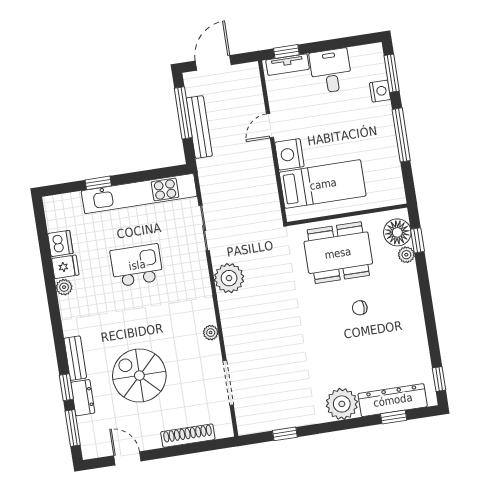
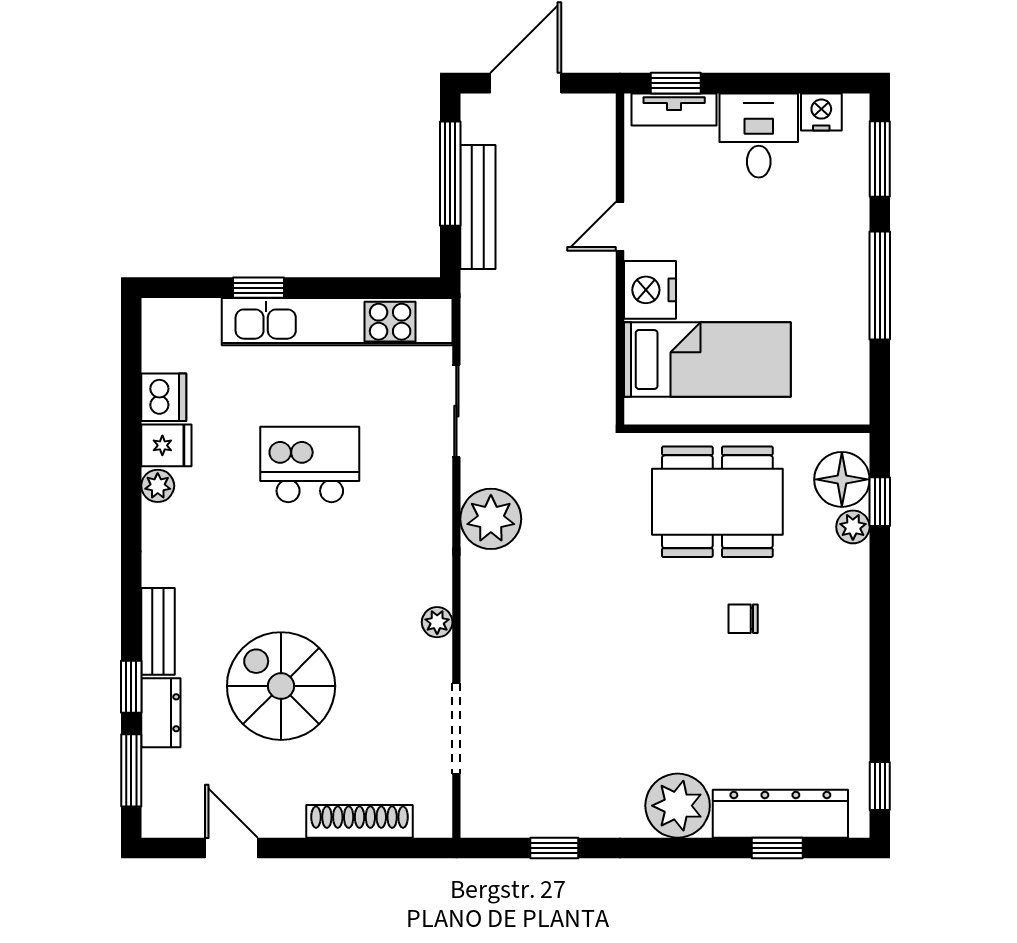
nightstand: (380, 91) -> (821, 112), moved, turned -90

